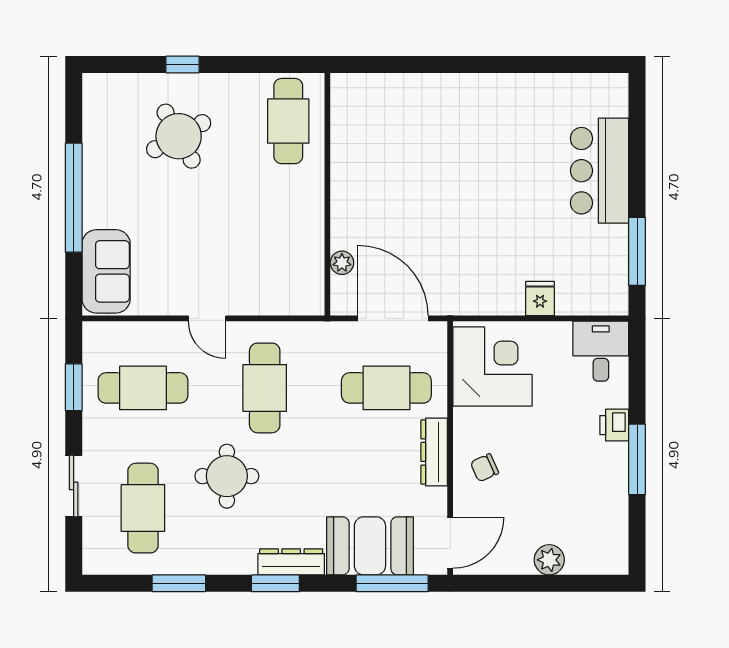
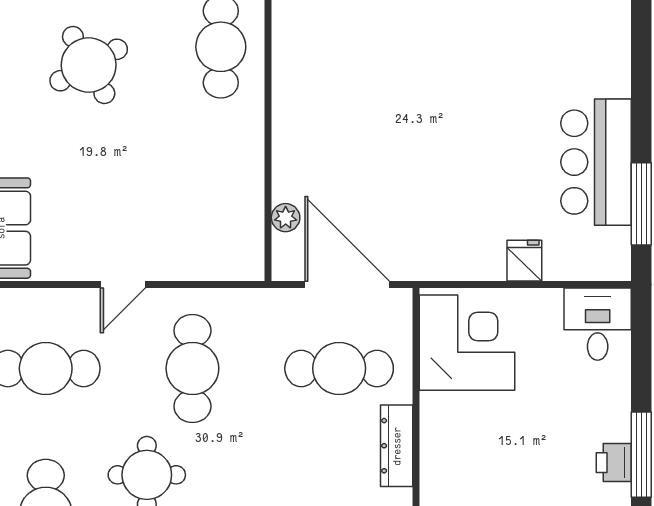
bar counter: (600, 171) -> (596, 162), moved
door: (207, 318) -> (123, 285), hinge flipped
printer: (614, 425) -> (614, 463), moved
chair: (485, 468) -> (457, 465), removed

